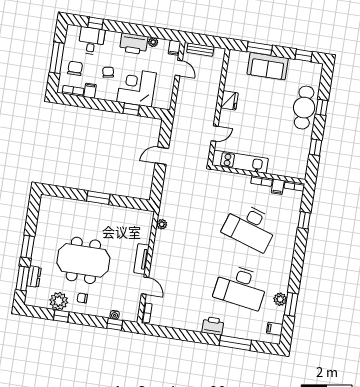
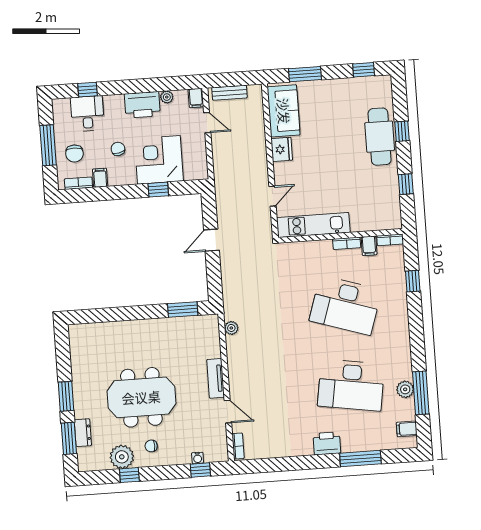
sofa: (268, 66) -> (284, 111), moved, turned -90
chair: (75, 68) -> (74, 154), turned 180
window: (98, 198) -> (183, 310), moved
window: (291, 304) -> (421, 393), width x1.44

